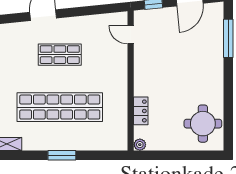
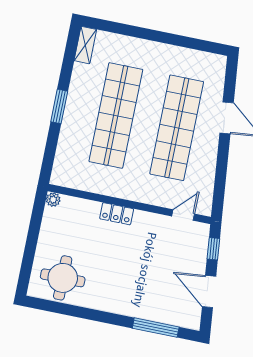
shop shelf: (60, 55) -> (177, 128), width x2.00, depth x1.36
locker: (141, 111) -> (117, 214), moved

